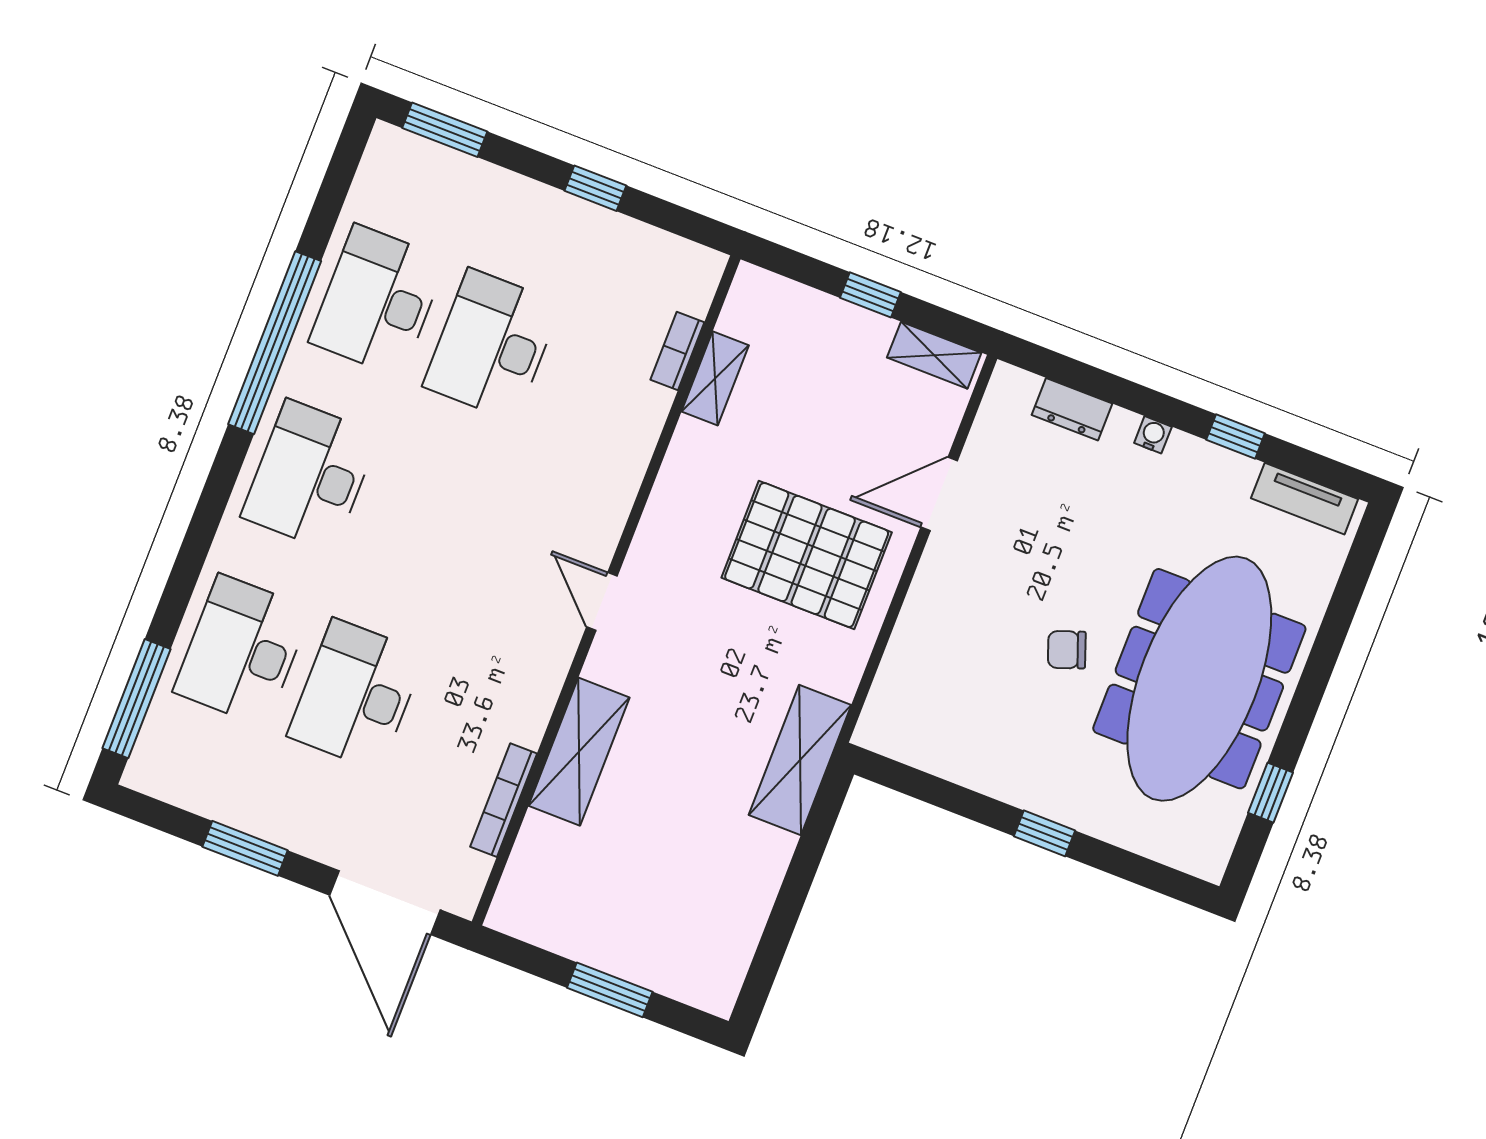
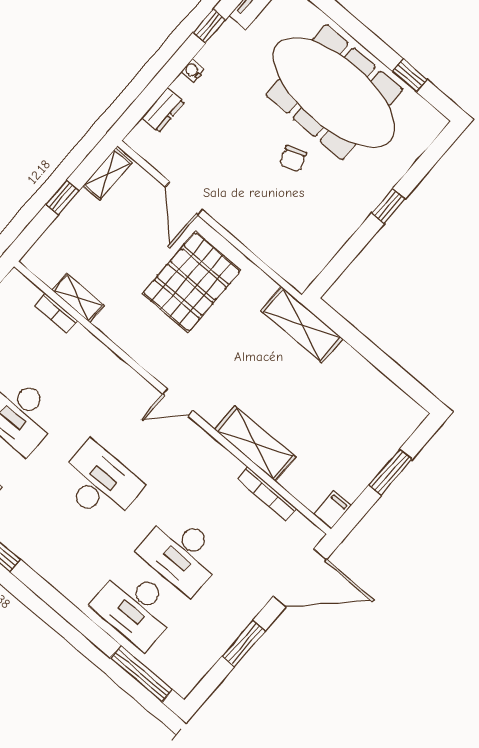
desk: (310, 476) -> (99, 483), moved, turned 180
filing cabinet: (514, 916) -> (332, 510), added

